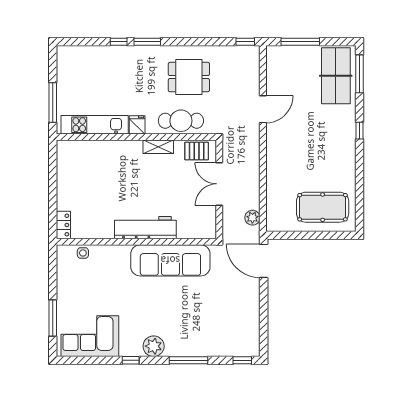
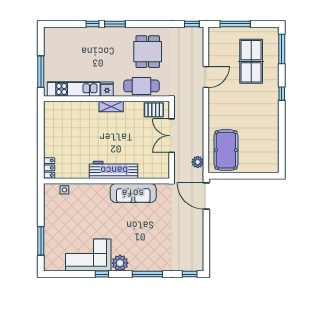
table tennis table: (336, 76) -> (251, 61), moved
dining table: (189, 77) -> (148, 52), turned 90
shelving: (158, 147) -> (111, 106), moved
pool table: (323, 207) -> (226, 150), moved, turned 90
sofa: (170, 260) -> (133, 193), width x0.74, depth x0.79
corner sofa: (90, 336) -> (88, 255), moved

